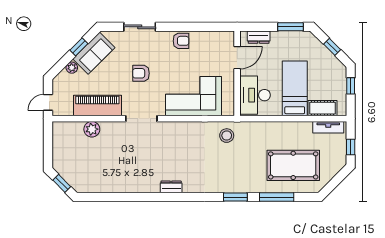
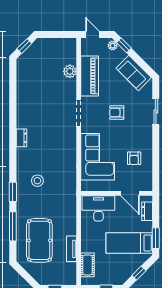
armchair: (181, 41) -> (134, 158), moved
window: (79, 47) -> (124, 45), moved
plant: (72, 68) -> (113, 46), moved
armchair: (141, 73) -> (117, 113), turned -90
bed: (295, 88) -> (129, 243), moved, turned 180
tv unit: (328, 127) -> (71, 249), moved
stool: (227, 136) -> (37, 181), moved

